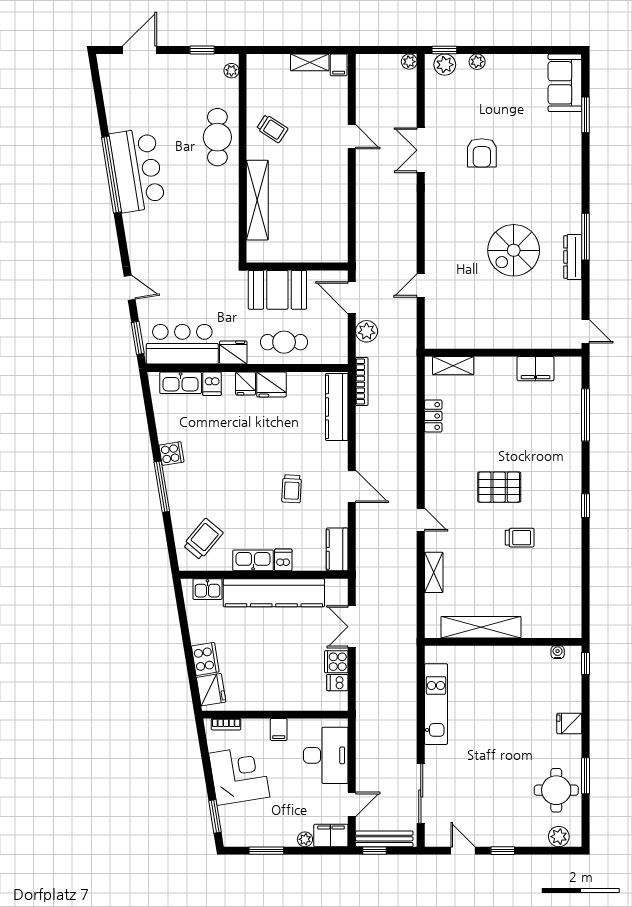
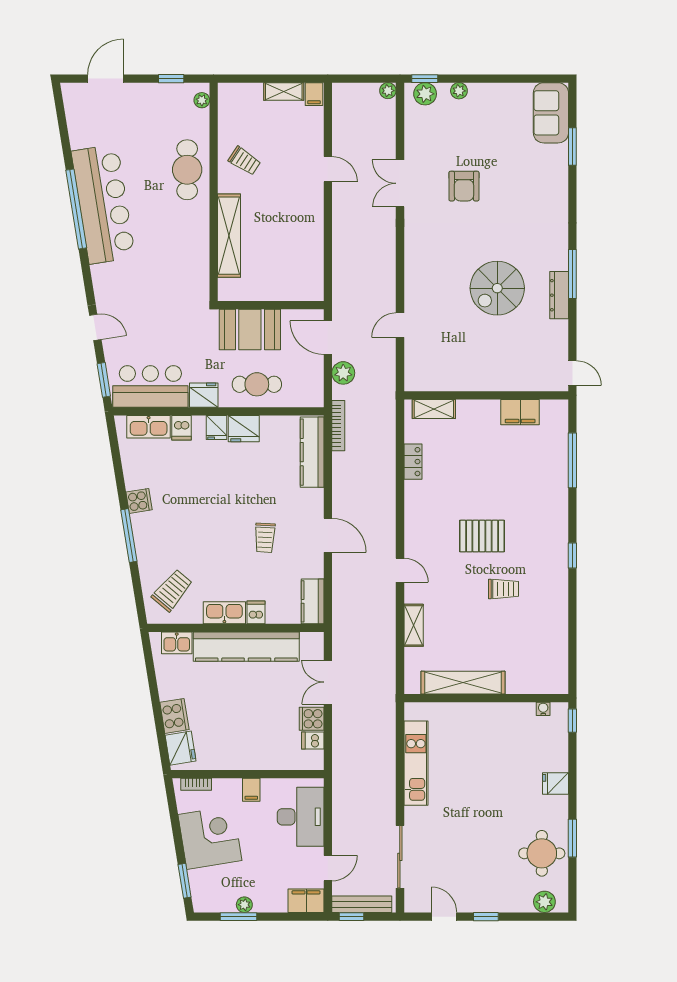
bar counter: (137, 170) -> (103, 204), width x1.36
plant: (305, 839) -> (244, 905), moved

